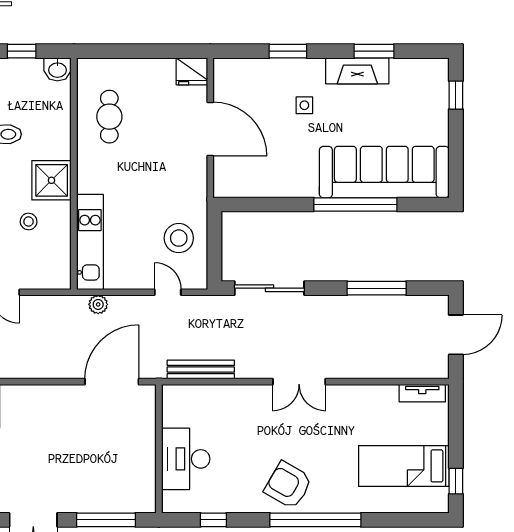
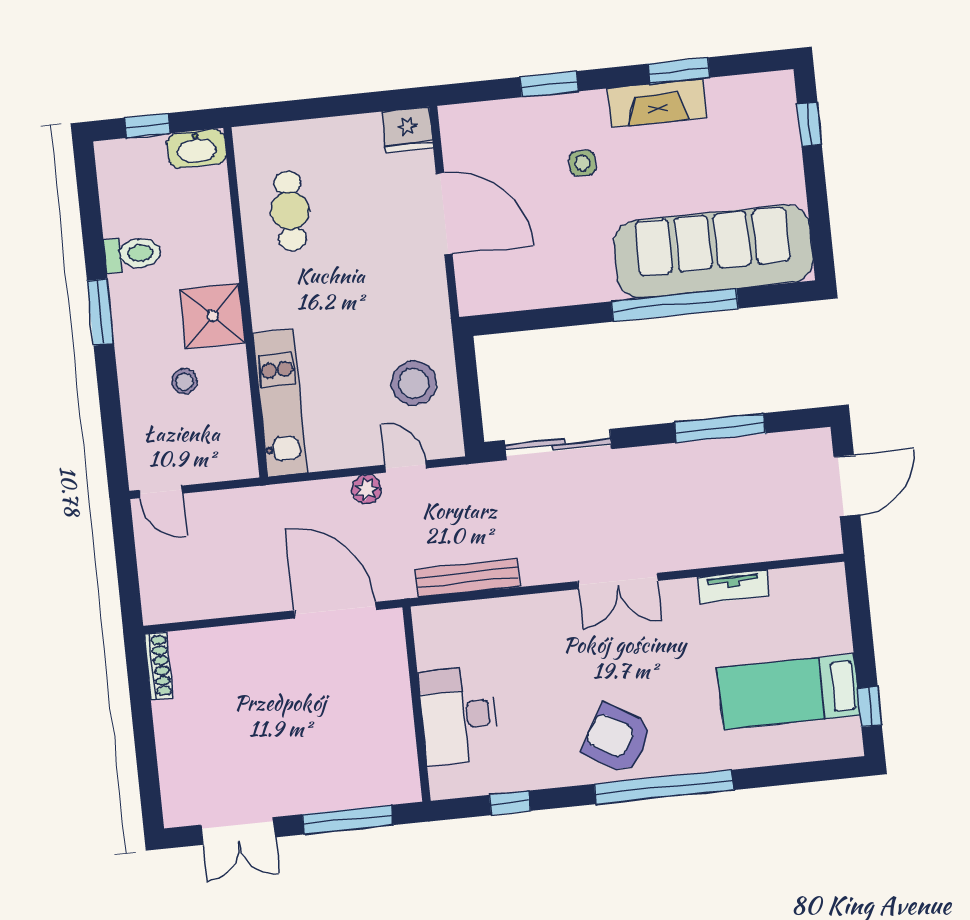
washbasin: (57, 69) -> (197, 148), width x1.38
plant: (98, 304) -> (366, 489), moved
door: (112, 382) -> (335, 610), hinge flipped
tv unit: (422, 393) -> (733, 587), moved

